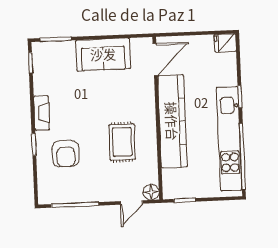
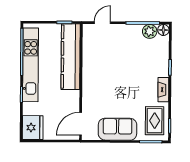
fridge: (225, 43) -> (33, 128), width x1.88, depth x1.34
kitchen counter: (172, 121) -> (71, 57), moved
rug: (122, 142) -> (155, 121), moved
armchair: (66, 154) -> (148, 60), removed
floor lamp: (151, 192) -> (163, 30), moved
plant: (65, 194) -> (150, 31), added

